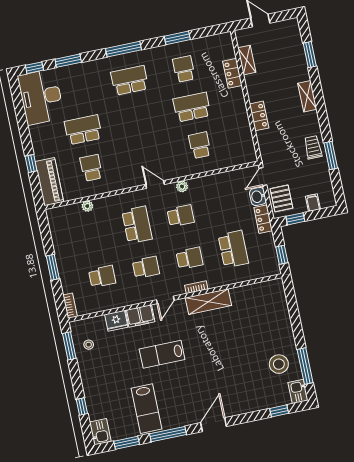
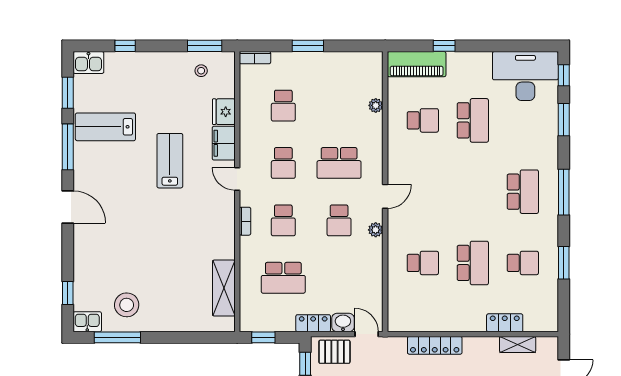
locker: (259, 116) -> (435, 345), width x1.53
shelving: (208, 302) -> (224, 288), moved

